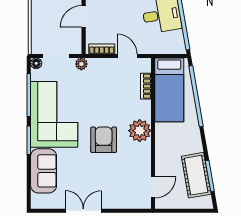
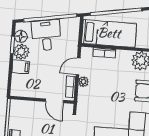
door: (84, 16) -> (55, 101), moved
plant: (81, 64) -> (84, 82), moved

